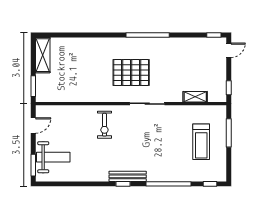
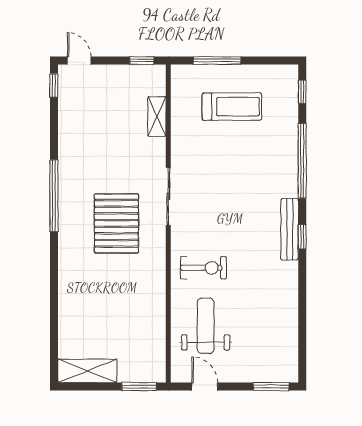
weight bench: (53, 157) -> (206, 326), moved

